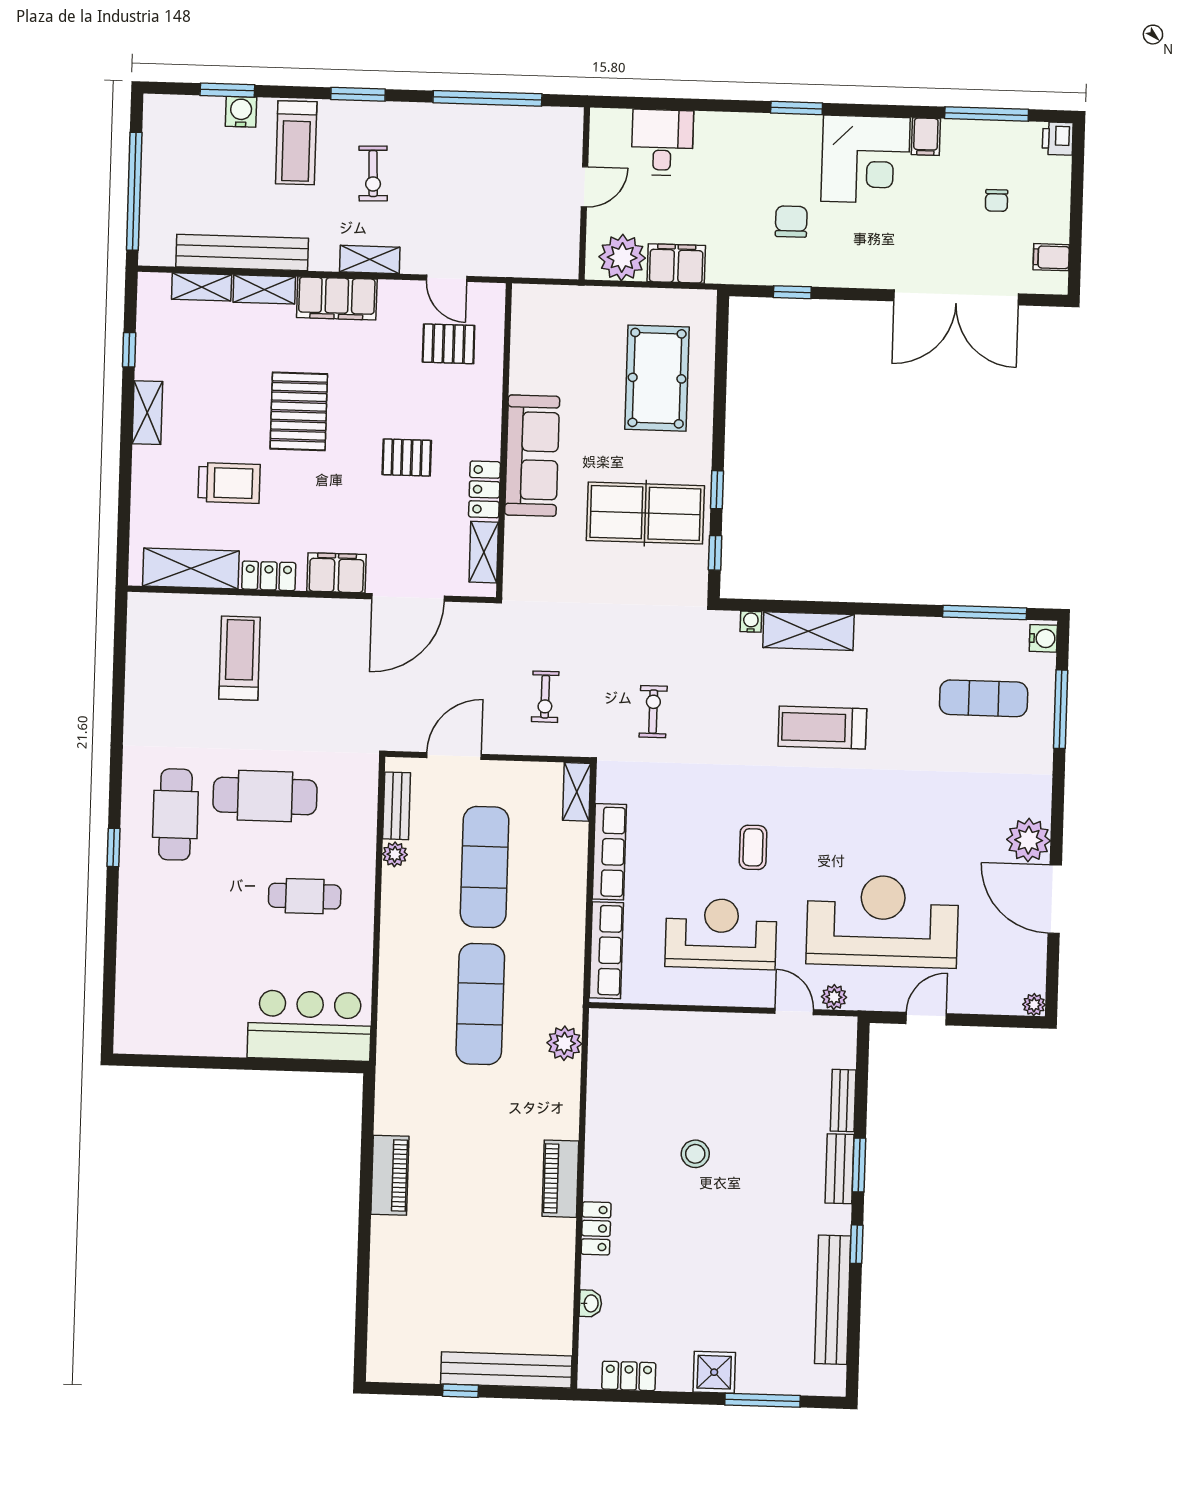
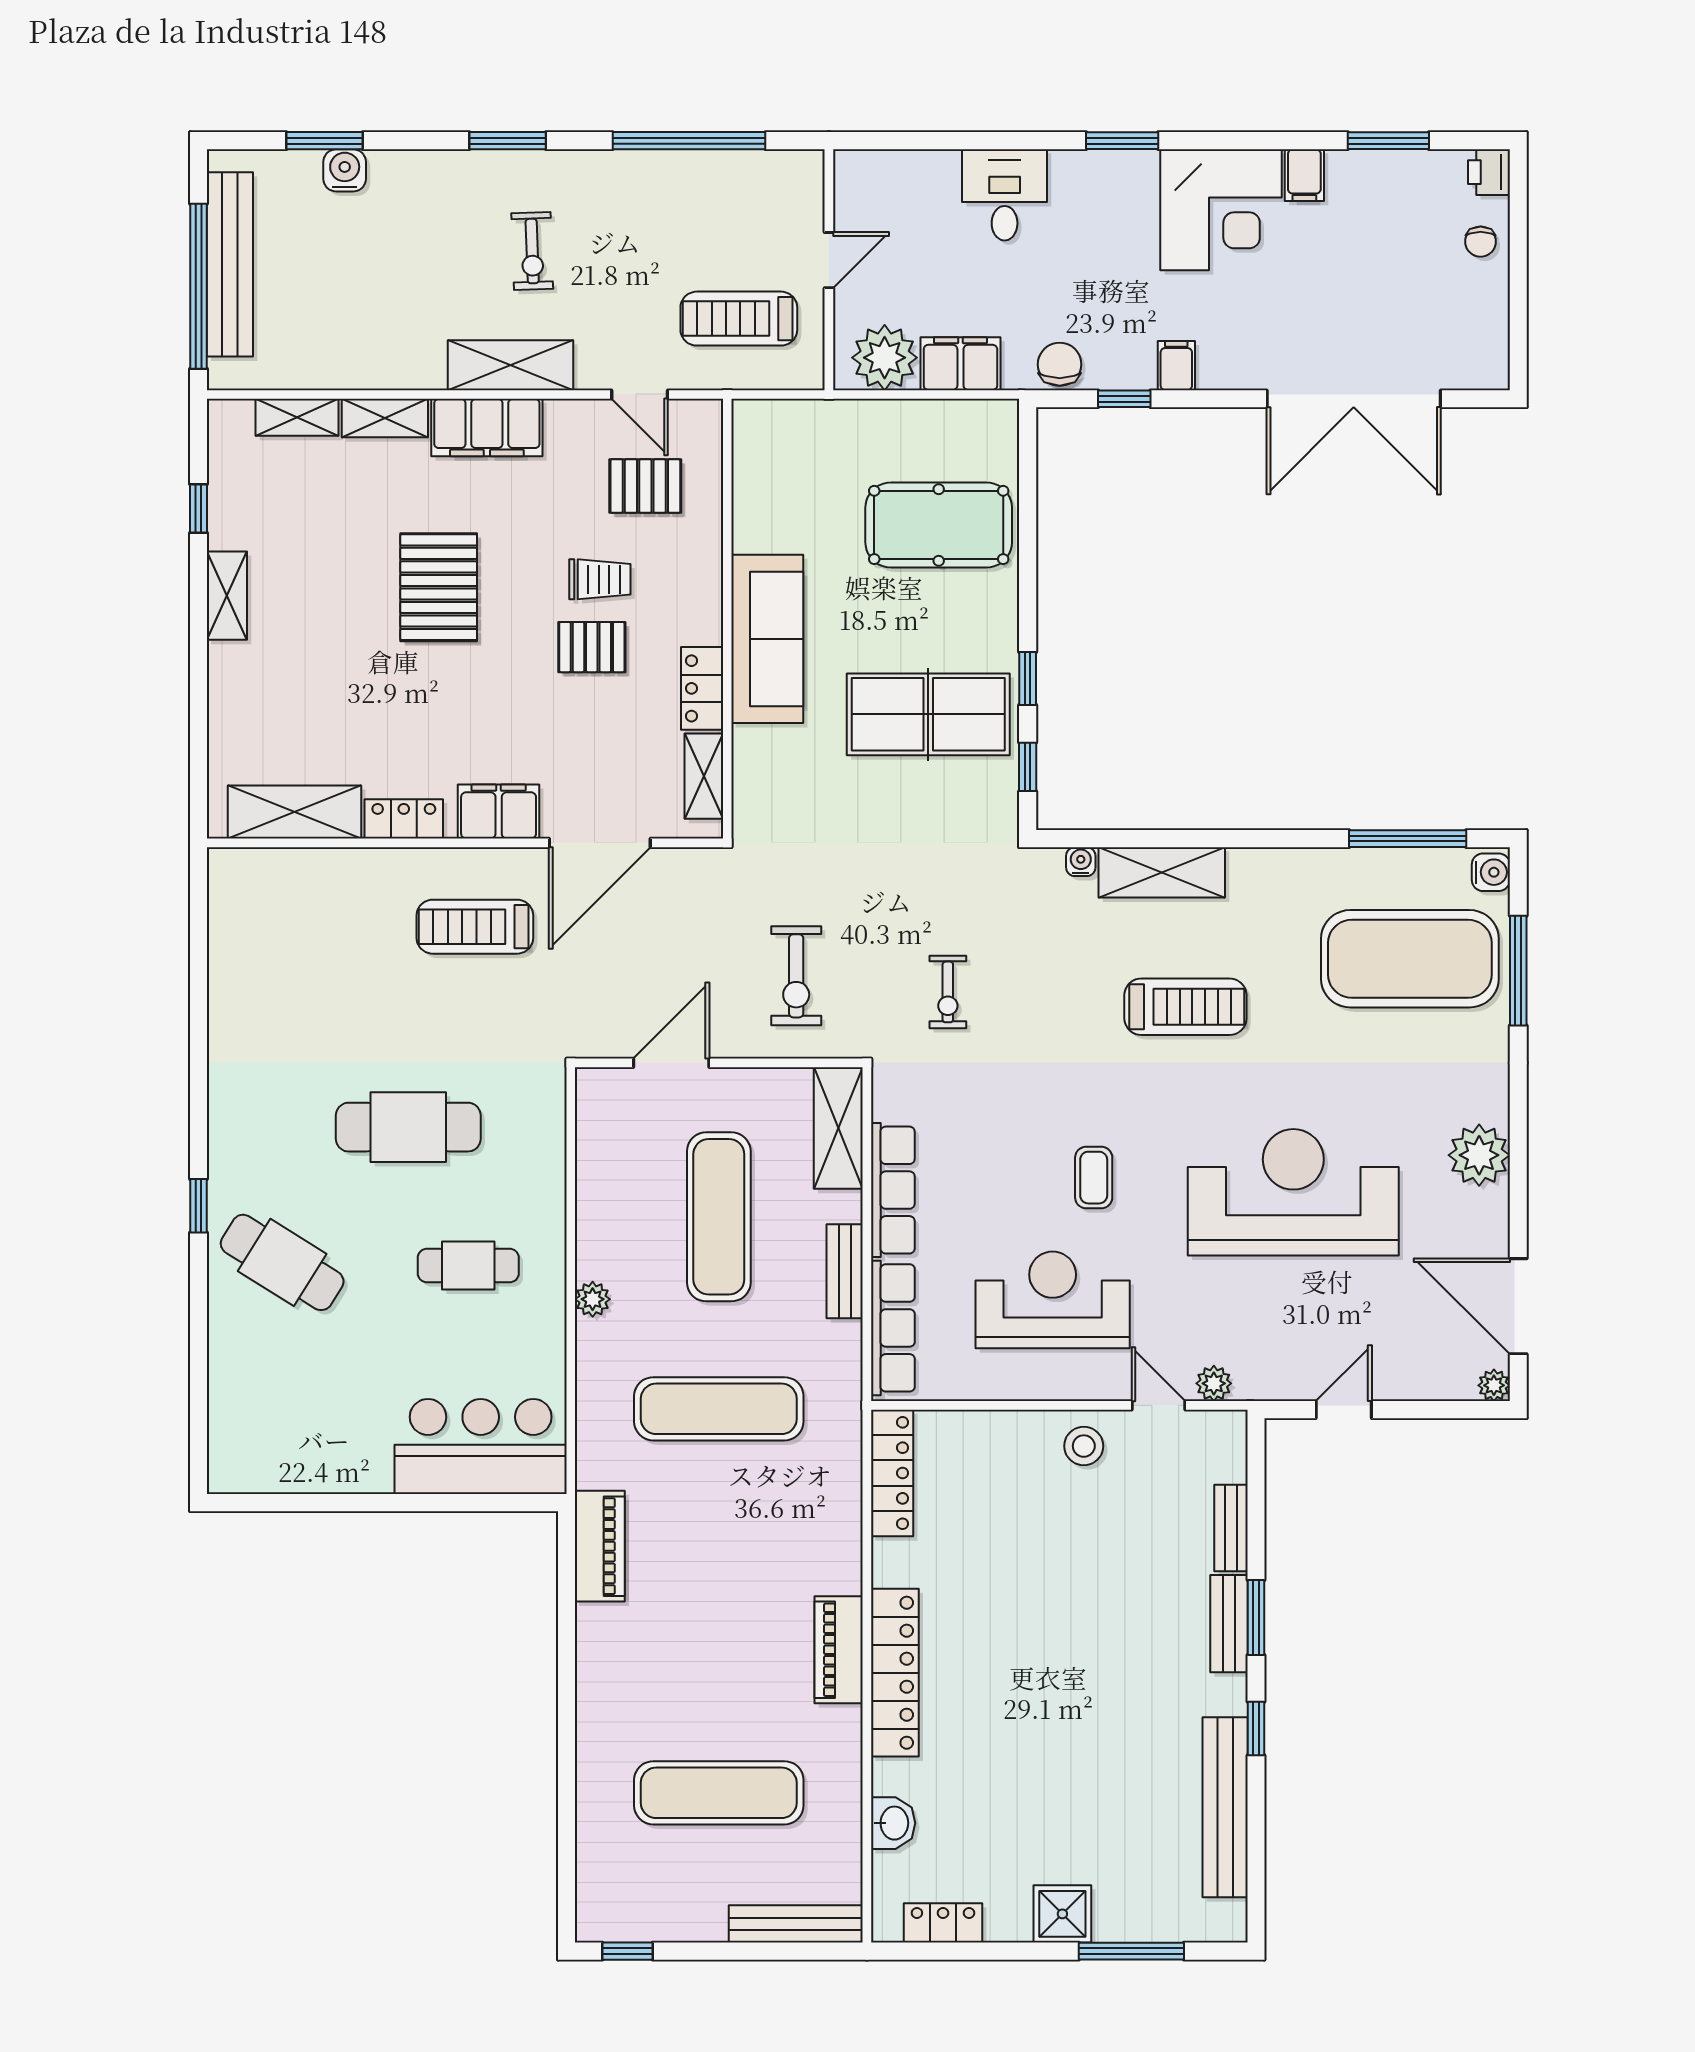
window: (987, 114) -> (1388, 141), width x0.69
desk: (662, 142) -> (1005, 195), moved
treadmill: (296, 143) -> (739, 319), moved, turned 90
chair: (997, 200) -> (1481, 242), moved
chair: (791, 222) -> (1060, 364), moved
bench: (242, 252) -> (230, 264), moved, turned 90
filing cabinet: (1051, 257) -> (1176, 366), moved, turned 90
shelving: (370, 259) -> (510, 365), width x1.50, depth x1.33
pool table: (657, 378) -> (939, 525), turned 90
trolley: (229, 483) -> (600, 579), moved, width x0.73, depth x0.72
treadmill: (240, 658) -> (475, 927), moved, turned -90
exercise bike: (545, 697) -> (796, 976), width x1.38, depth x1.39
exercise mat: (984, 698) -> (1410, 959), width x2.00, depth x1.45
exercise bike: (653, 712) -> (948, 992), turned 180
treadmill: (822, 728) -> (1185, 1007), turned 180
shelving: (577, 792) -> (838, 1128), width x1.50, depth x1.33
bench: (397, 806) -> (845, 1271), moved
cafe table: (175, 814) -> (282, 1262), moved, turned -58
plant: (395, 854) -> (593, 1299), moved
door: (1055, 899) -> (1518, 1306), moved
reception desk: (882, 921) -> (1293, 1192), moved
exercise mat: (480, 1004) -> (719, 1409), turned 90
plant: (564, 1043) -> (838, 1460), removed
locker: (602, 1054) -> (892, 1473), added
stool: (695, 1154) -> (1084, 1446), moved
piano: (390, 1175) -> (600, 1546), moved
locker: (596, 1228) -> (895, 1673), width x2.16, depth x1.21
exercise mat: (472, 1278) -> (719, 1793), added
washbasin: (591, 1303) -> (893, 1823), width x1.38, depth x1.45
bench: (506, 1370) -> (796, 1924), width x0.73, depth x0.82
window: (461, 1391) -> (627, 1951), moved

